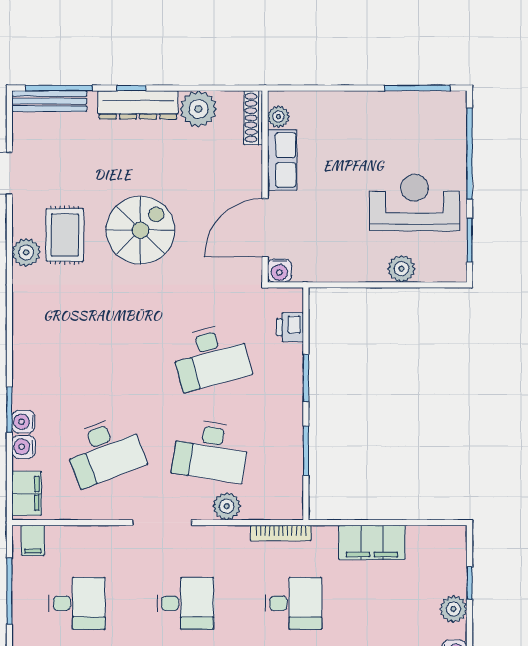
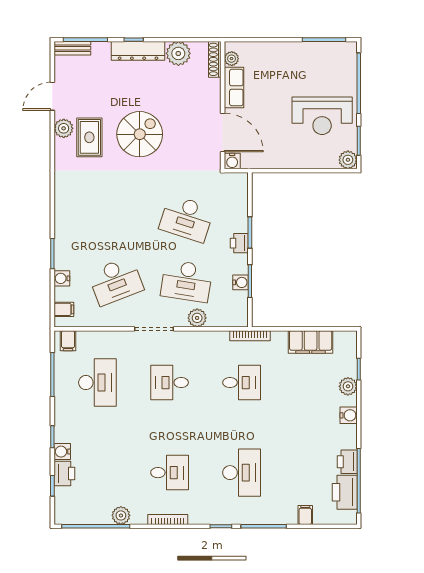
bench: (49, 101) -> (72, 48), width x0.73
reception desk: (414, 202) -> (322, 116), turned 180
door: (265, 228) -> (223, 133), swing flipped
plant: (26, 252) -> (64, 128), moved
plant: (401, 269) -> (348, 160), moved
printer: (290, 327) -> (239, 243), moved
desk: (211, 357) -> (187, 218), turned 33
water cooler: (23, 422) -> (241, 282), moved, turned 180
filing cabinet: (27, 493) -> (64, 309), width x0.50
bookcase: (281, 533) -> (250, 336), moved
filing cabinet: (372, 542) -> (311, 342), moved
desk: (77, 603) -> (97, 383), width x1.37
desk: (185, 603) -> (170, 383), turned 180

